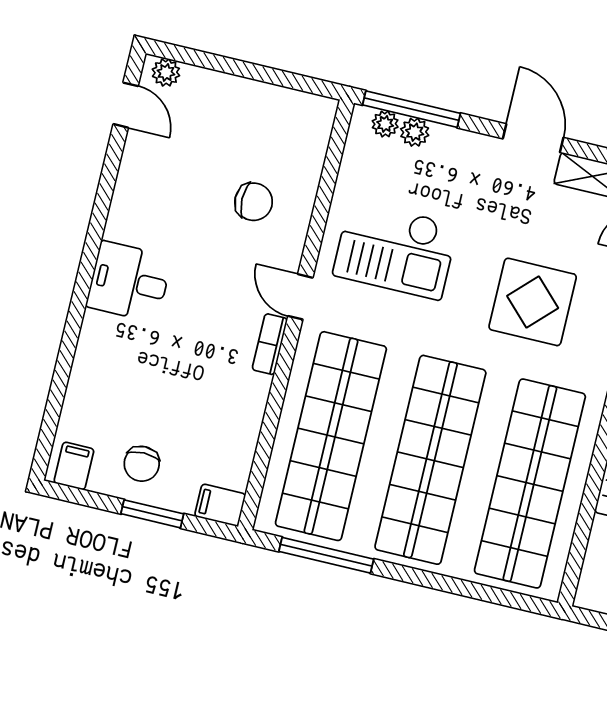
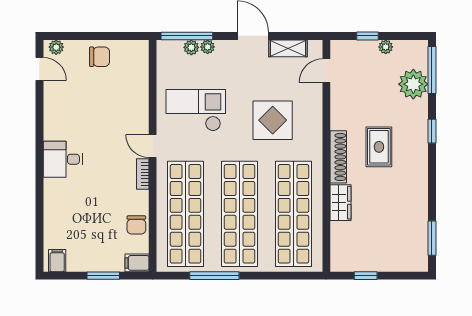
plant: (385, 124) -> (208, 47), moved
chair: (254, 202) -> (100, 57), moved
checkout: (395, 250) -> (196, 110), turned 180
chair: (142, 464) -> (136, 225), moved
window: (326, 555) -> (214, 276), moved

